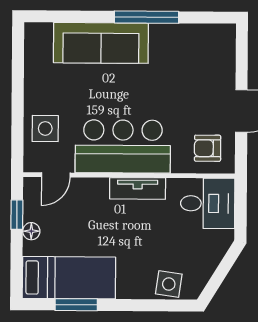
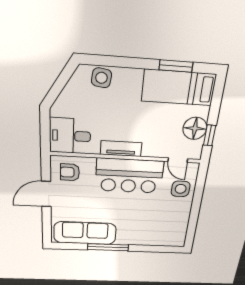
sofa: (101, 43) -> (85, 233), moved
armchair: (208, 148) -> (70, 172), turned 180
door: (56, 175) -> (178, 160), swing flipped
floor lamp: (31, 231) -> (195, 128), width x1.89, depth x1.89

